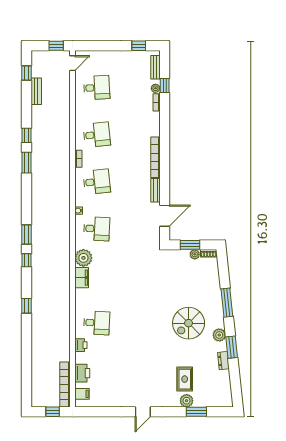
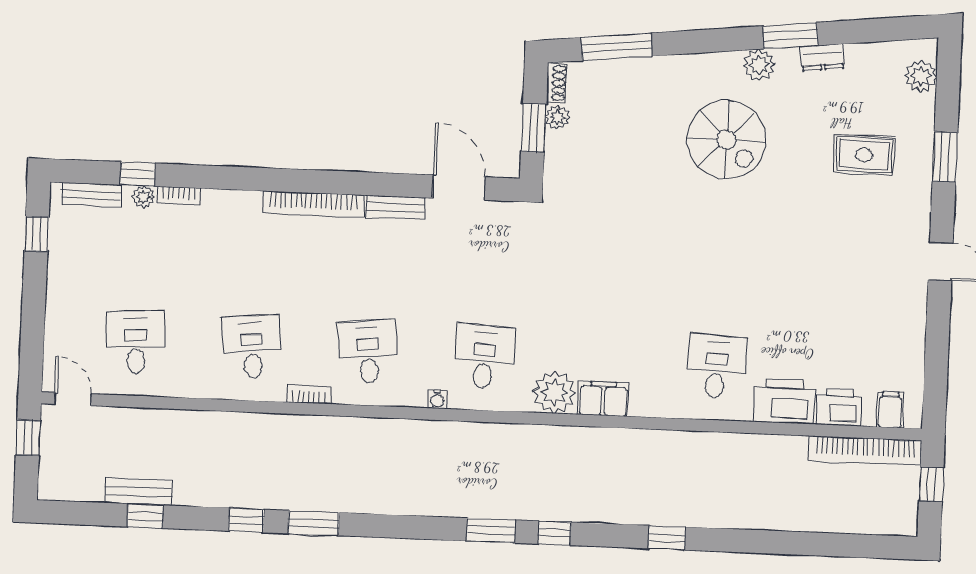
window: (26, 73) -> (145, 516), moved
window: (227, 303) -> (617, 47), moved
printer: (81, 345) -> (784, 401), width x1.87, depth x1.48
plant: (187, 401) -> (921, 76), moved
window: (196, 412) -> (945, 157), moved

